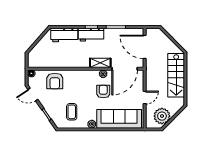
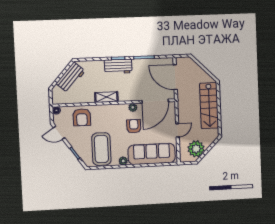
workbench: (64, 35) -> (71, 77), moved, turned -48
shelving: (100, 63) -> (106, 97), moved
coffee table: (72, 112) -> (101, 149), width x1.86, depth x1.72

